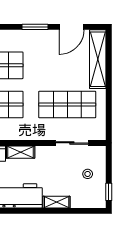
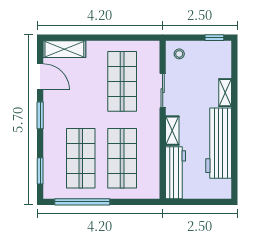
shelving: (98, 59) -> (64, 49), width x0.68
sliding door: (72, 143) -> (163, 91), moved
stool: (88, 174) -> (179, 54), moved

